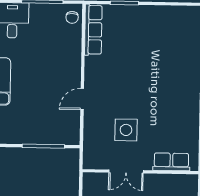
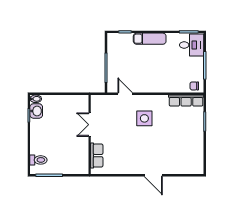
door: (82, 99) -> (125, 94), moved
side table: (126, 130) -> (144, 118), moved

